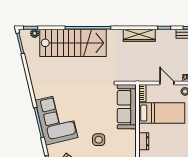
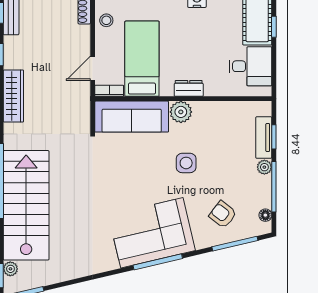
door: (167, 83) -> (93, 68), moved
plant: (130, 137) -> (181, 112), added

